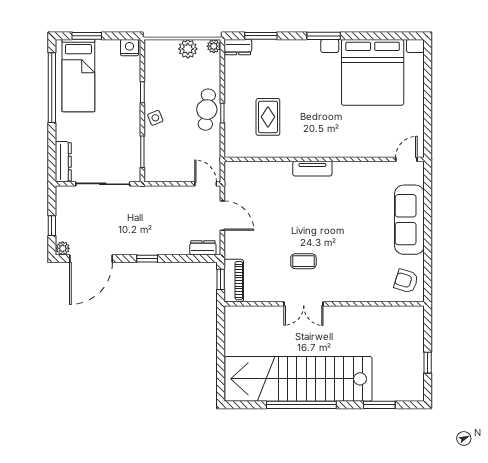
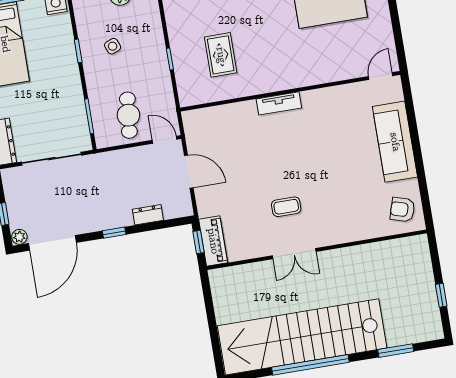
cafe table: (207, 110) -> (128, 115), moved
side table: (155, 118) -> (113, 46), moved
dresser: (203, 248) -> (148, 215), moved

